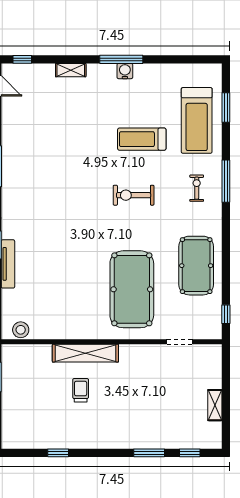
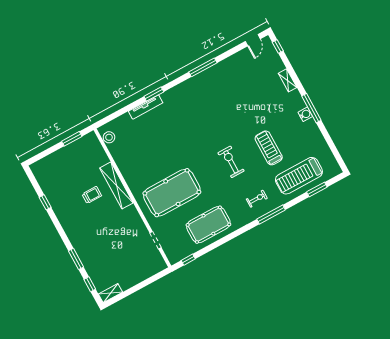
shelving: (215, 405) -> (111, 293), moved

